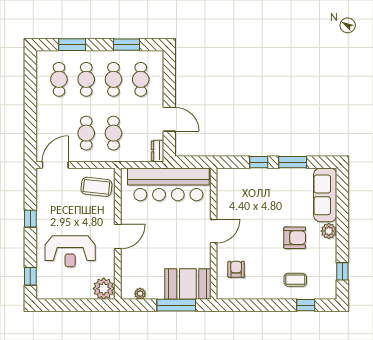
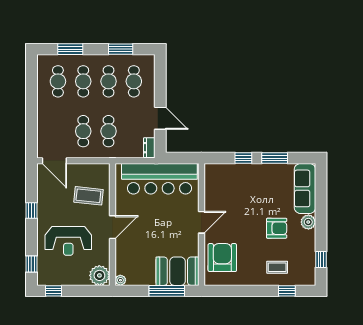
door: (55, 165) -> (54, 161), swing flipped
coffee table: (96, 187) -> (88, 196), moved
armchair: (236, 269) -> (222, 258), width x1.88, depth x1.88
plant: (140, 294) -> (120, 280), moved
window: (54, 305) -> (53, 291), added

